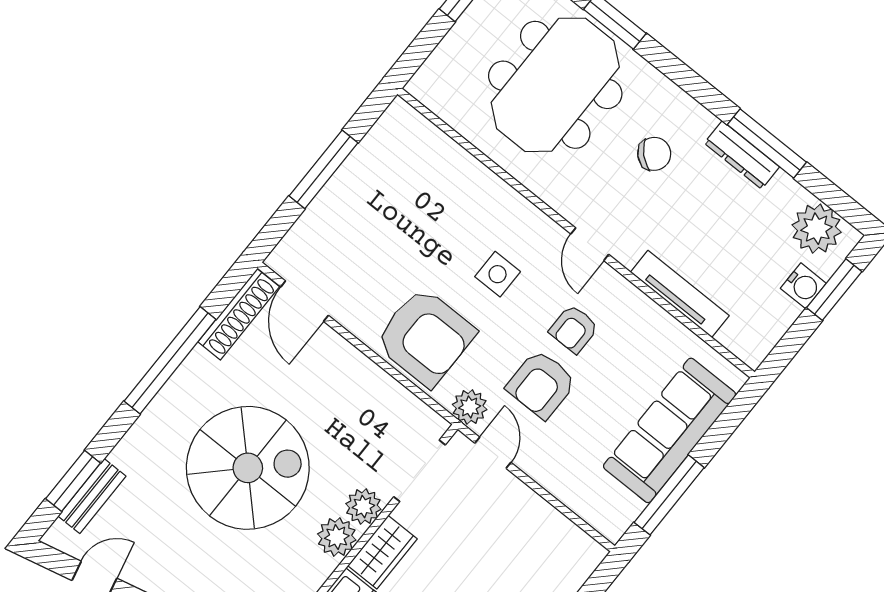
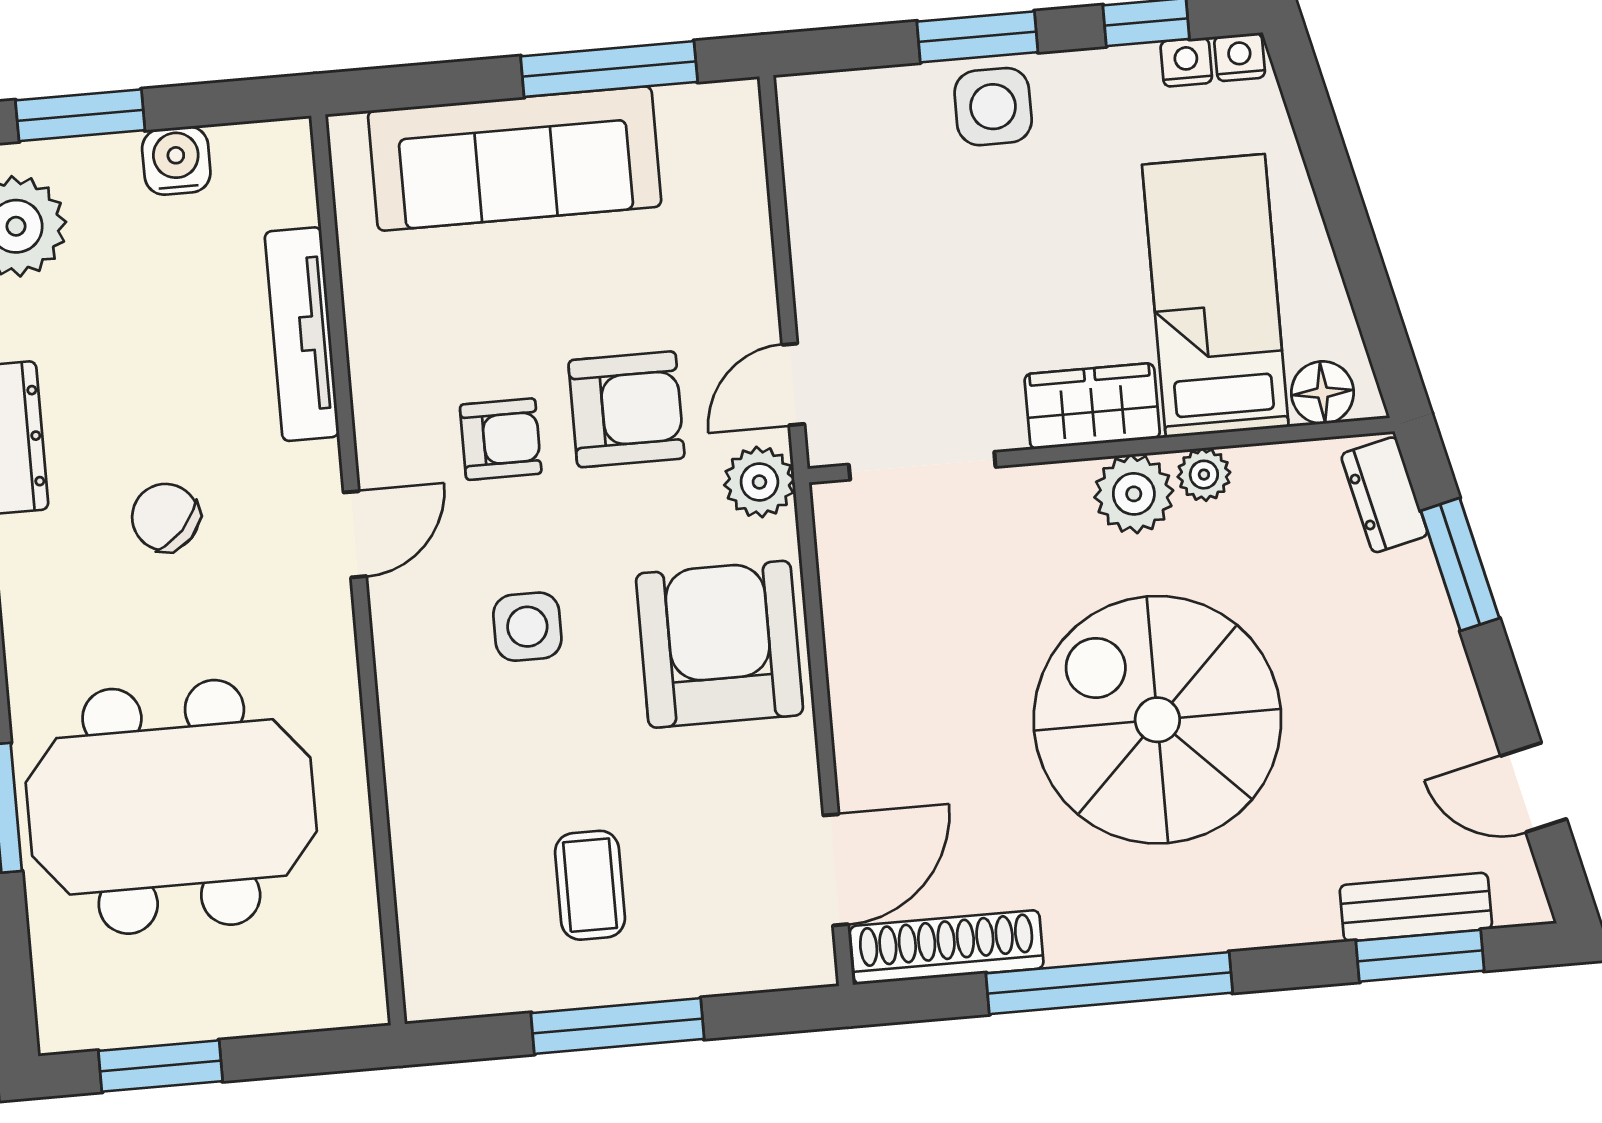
chair: (654, 154) -> (165, 517), moved
coffee table: (383, 208) -> (590, 885), added
water cooler: (803, 286) -> (176, 161), moved
plant: (363, 507) -> (1204, 475), moved, width x0.73, depth x0.73

